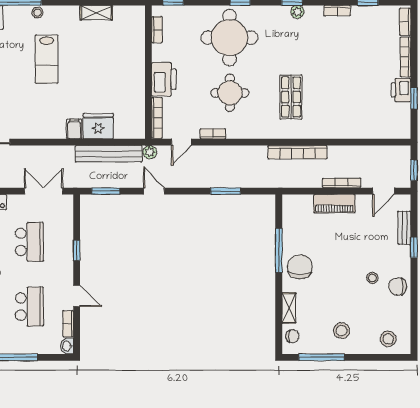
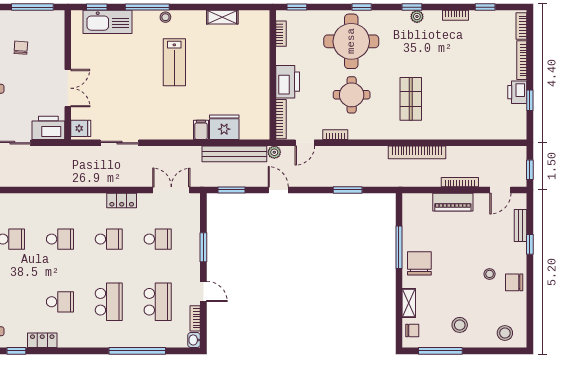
school desk: (29, 242) -> (158, 239), width x0.54
window: (77, 250) -> (203, 247), width x1.50

